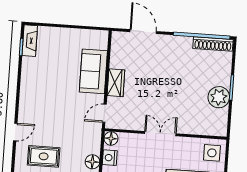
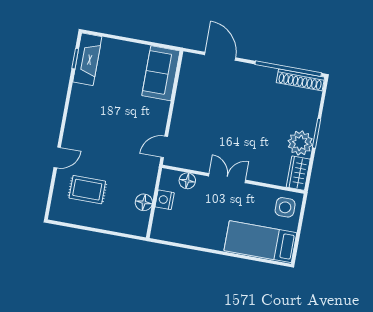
fireplace: (30, 41) -> (87, 59), width x1.37, depth x1.32
sofa: (93, 71) -> (161, 73), moved
wardrobe: (116, 83) -> (298, 173), moved, turned 180
floor lamp: (111, 138) -> (187, 181), moved

